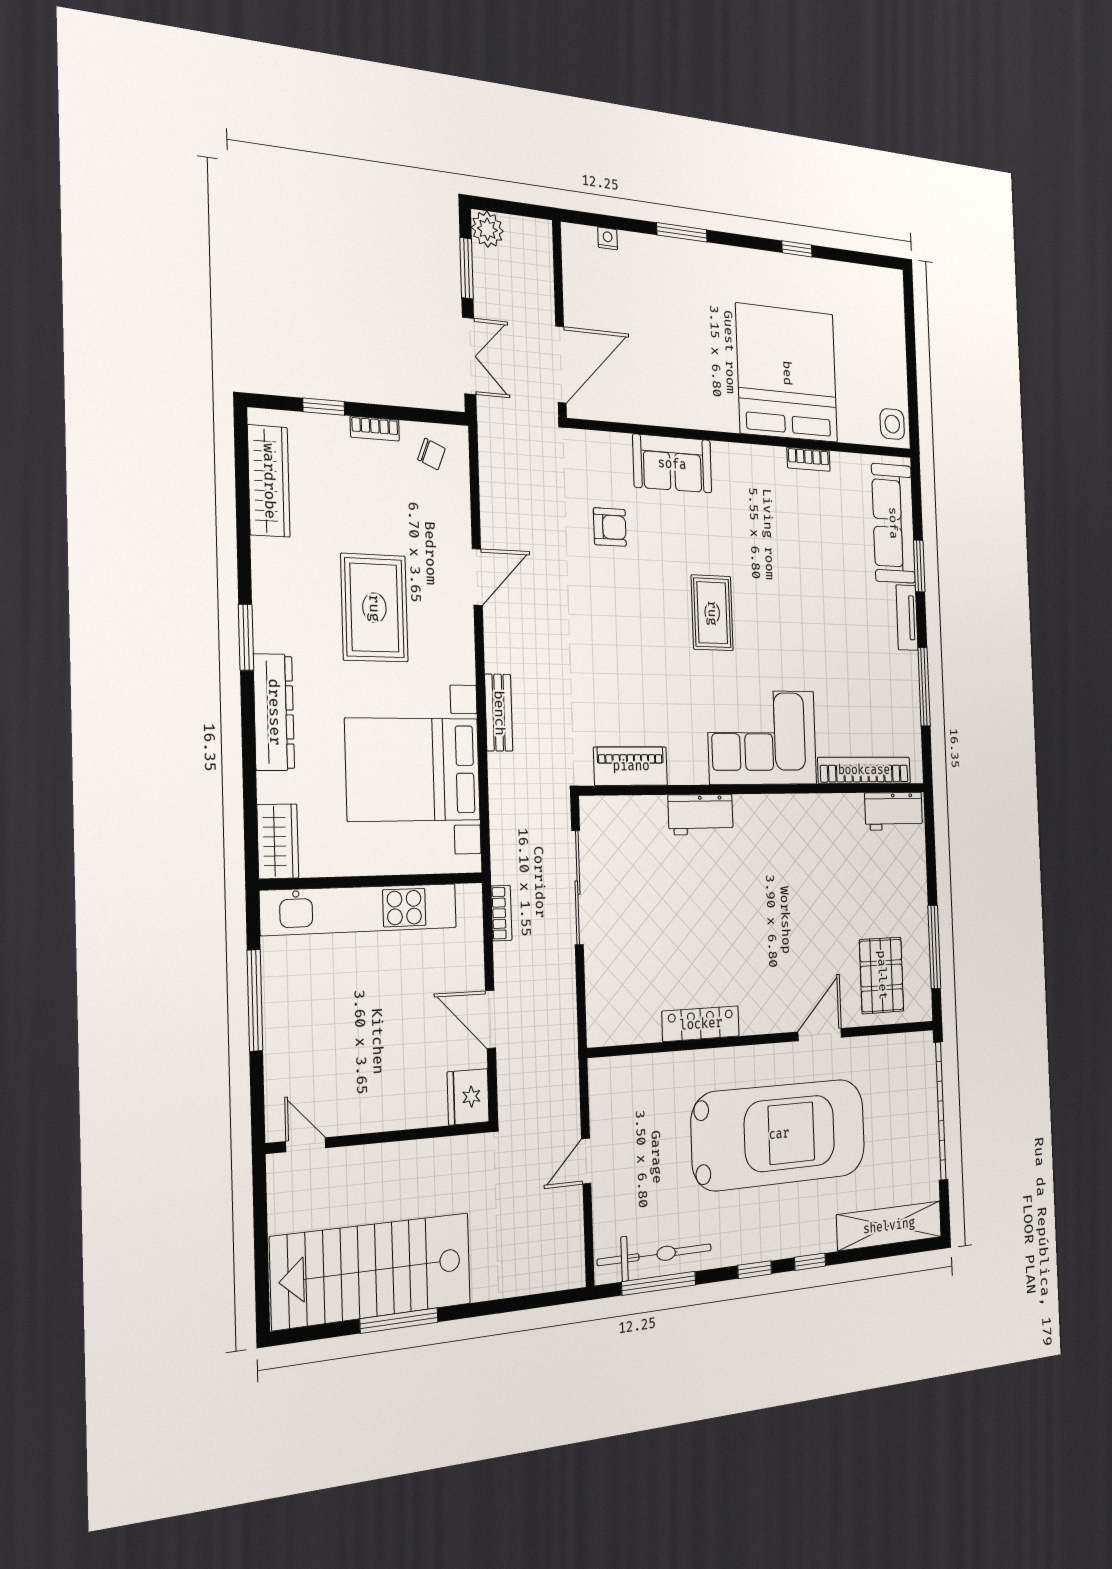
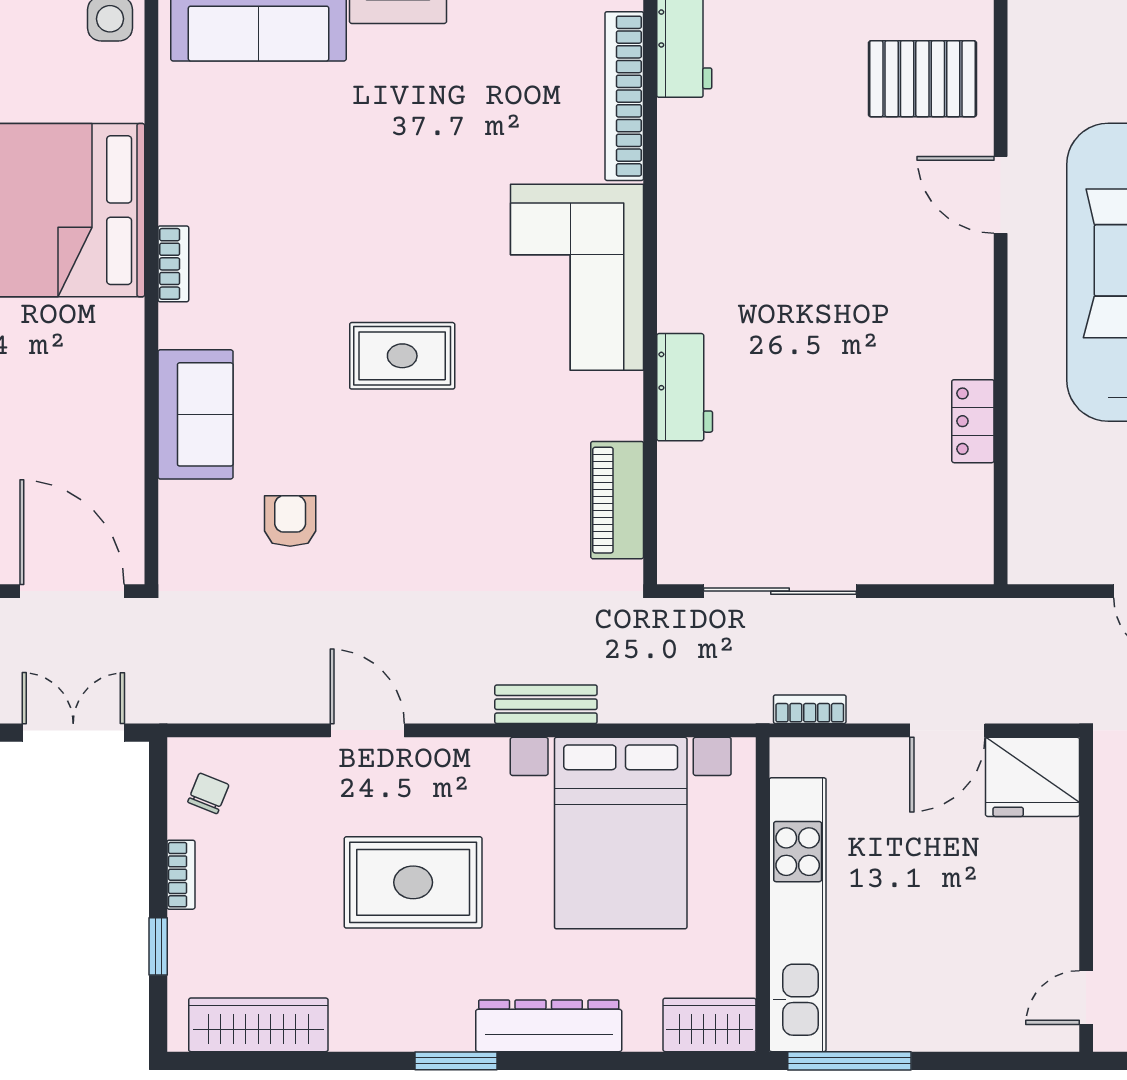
bookcase: (808, 459) -> (173, 264), moved
window: (255, 1000) -> (849, 1061), moved
locker: (701, 1024) -> (973, 421), width x0.66
fridge: (468, 1097) -> (1033, 777), width x1.36, depth x1.34

